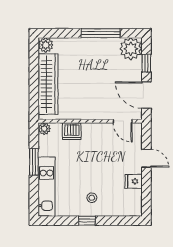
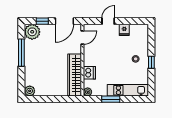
wardrobe: (48, 84) -> (75, 75), moved, turned -90

